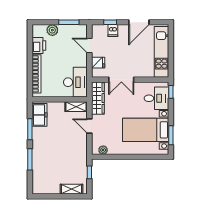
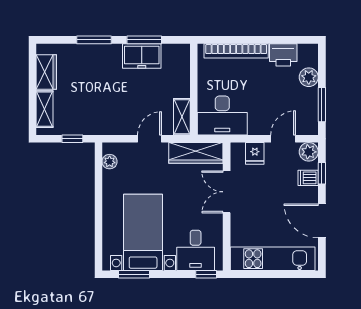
plant: (97, 30) -> (309, 152), added
freezer: (39, 115) -> (142, 56), moved
wardrobe: (49, 188) -> (46, 72), added

